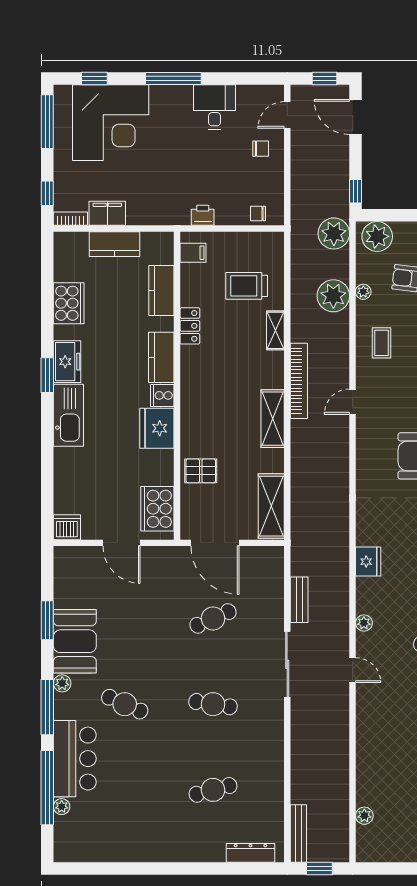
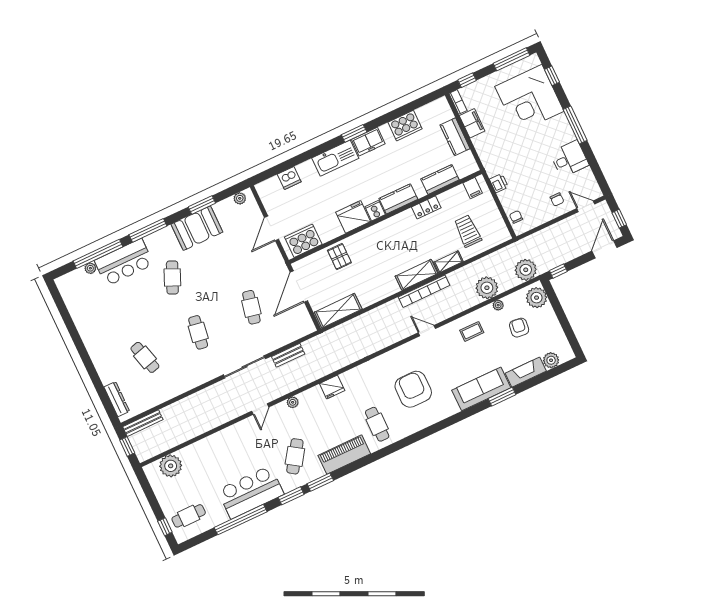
shelving: (273, 419) -> (417, 275), moved
dishwasher: (67, 527) -> (289, 178), moved, turned 90
cafe table: (213, 618) -> (251, 307), turned 36
plant: (62, 683) -> (240, 198), moved
plant: (364, 816) -> (171, 466), width x1.87, depth x1.87

